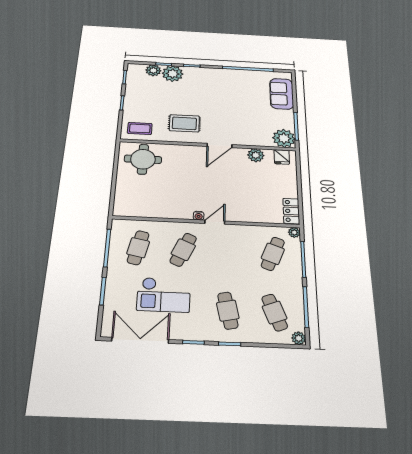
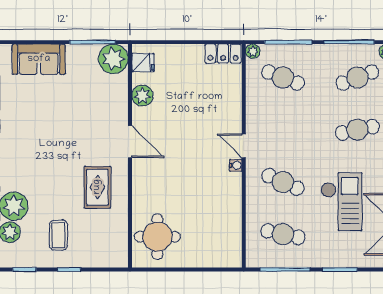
coffee table: (140, 128) -> (58, 235), moved

